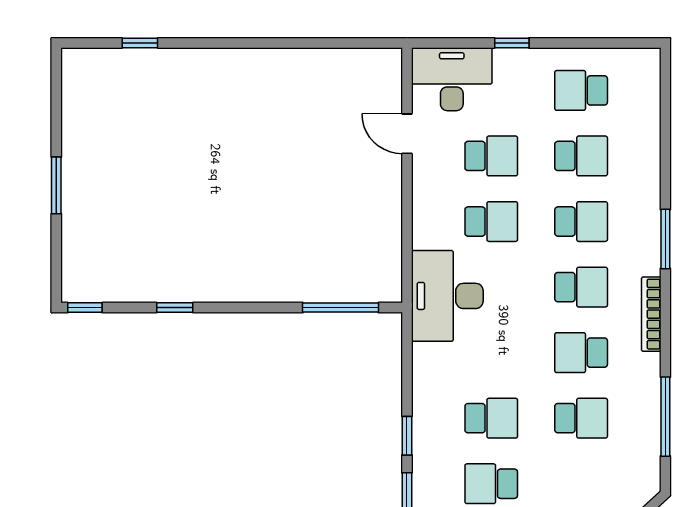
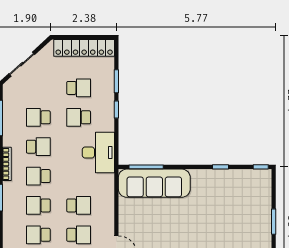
school desk: (491, 156) -> (79, 235), turned 180
school desk: (491, 222) -> (79, 205), turned 180
sofa: (322, 271) -> (154, 183), added
desk: (447, 296) -> (98, 152), moved

